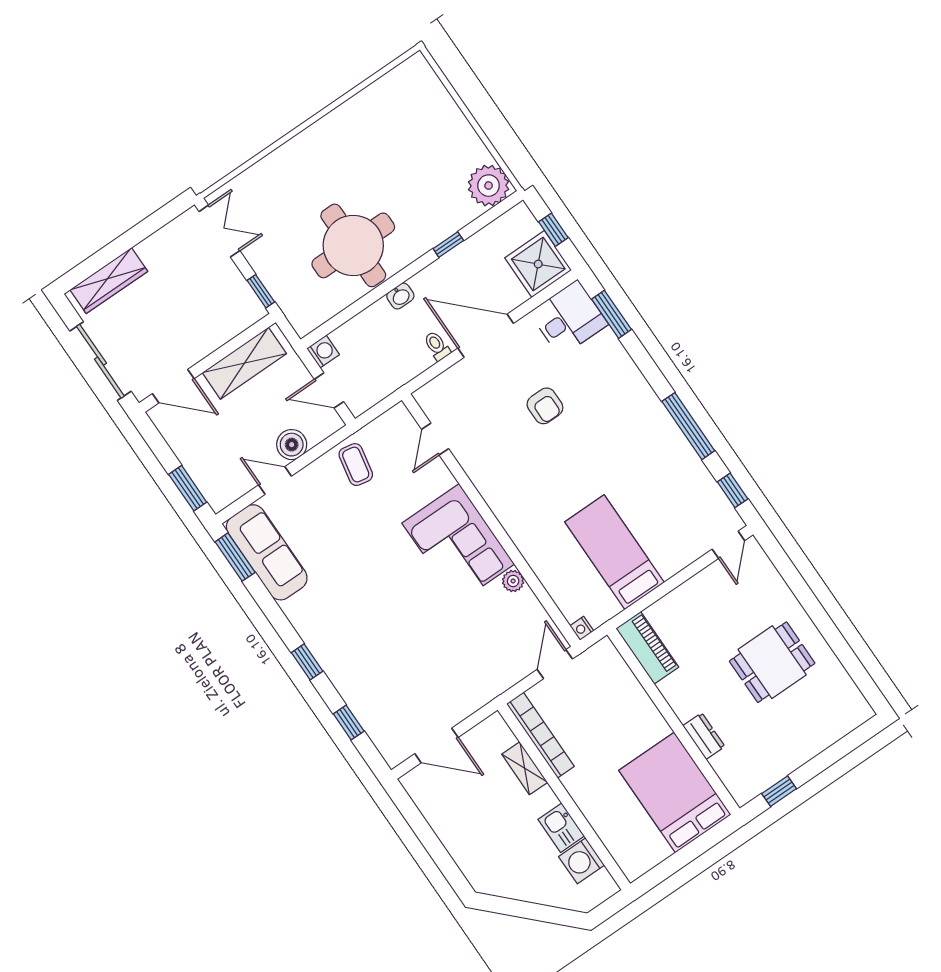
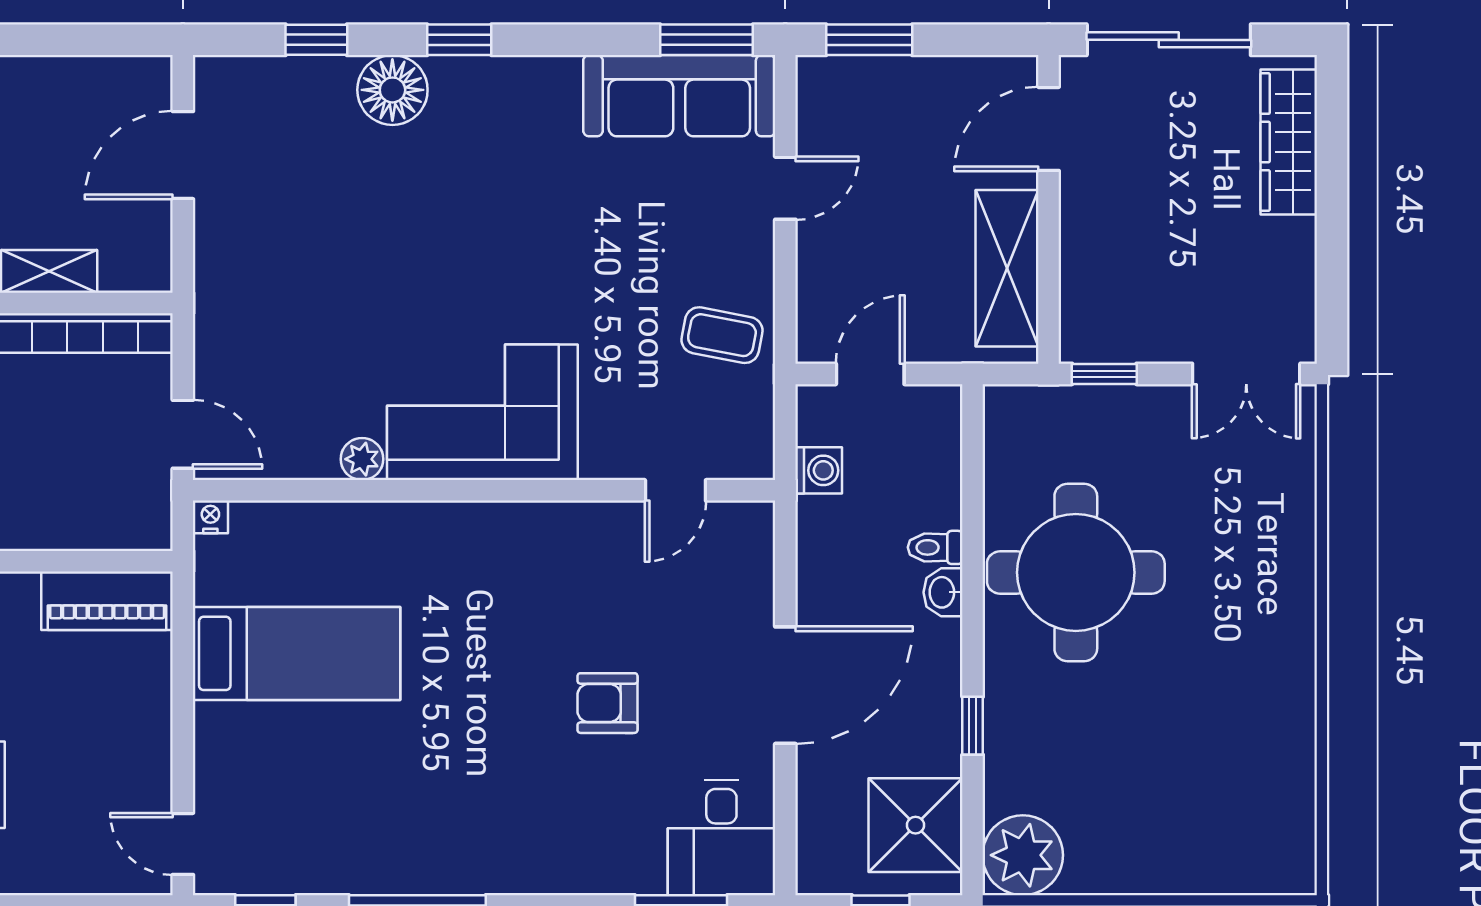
shower: (538, 264) -> (916, 825), moved
toilet: (437, 346) -> (935, 547), moved, turned 180
washing machine: (323, 351) -> (819, 470), moved, turned -90
door: (435, 439) -> (675, 490), swing flipped
boiler: (292, 445) -> (825, 254), removed
floor lamp: (348, 676) -> (392, 90), added

